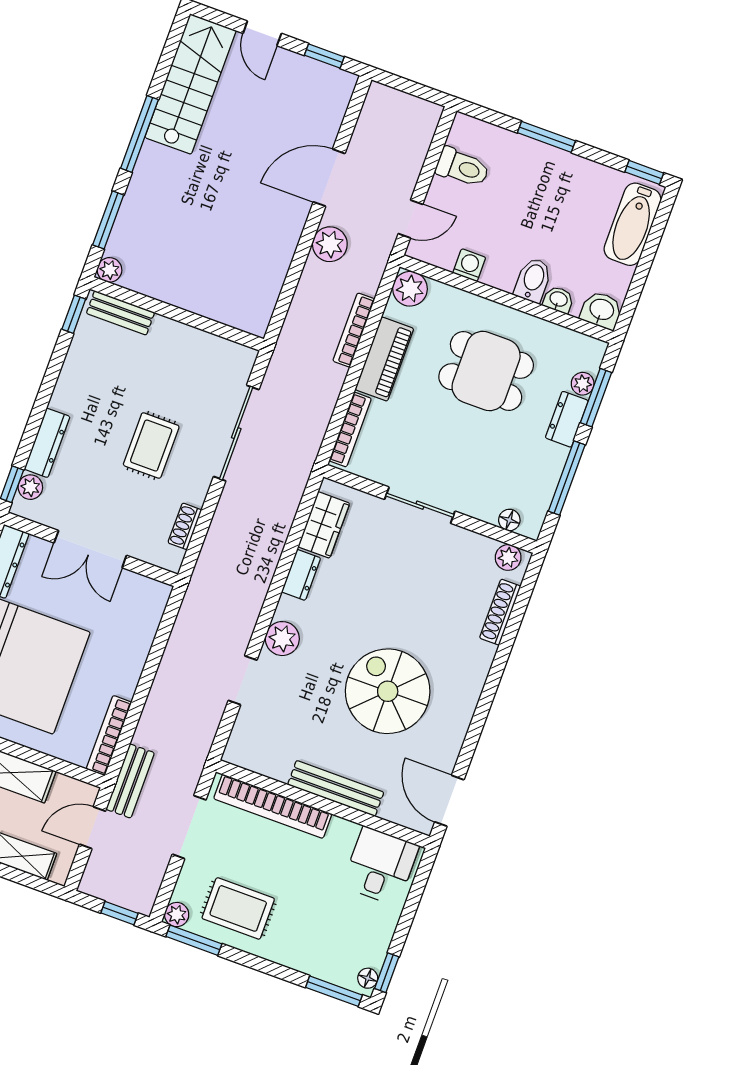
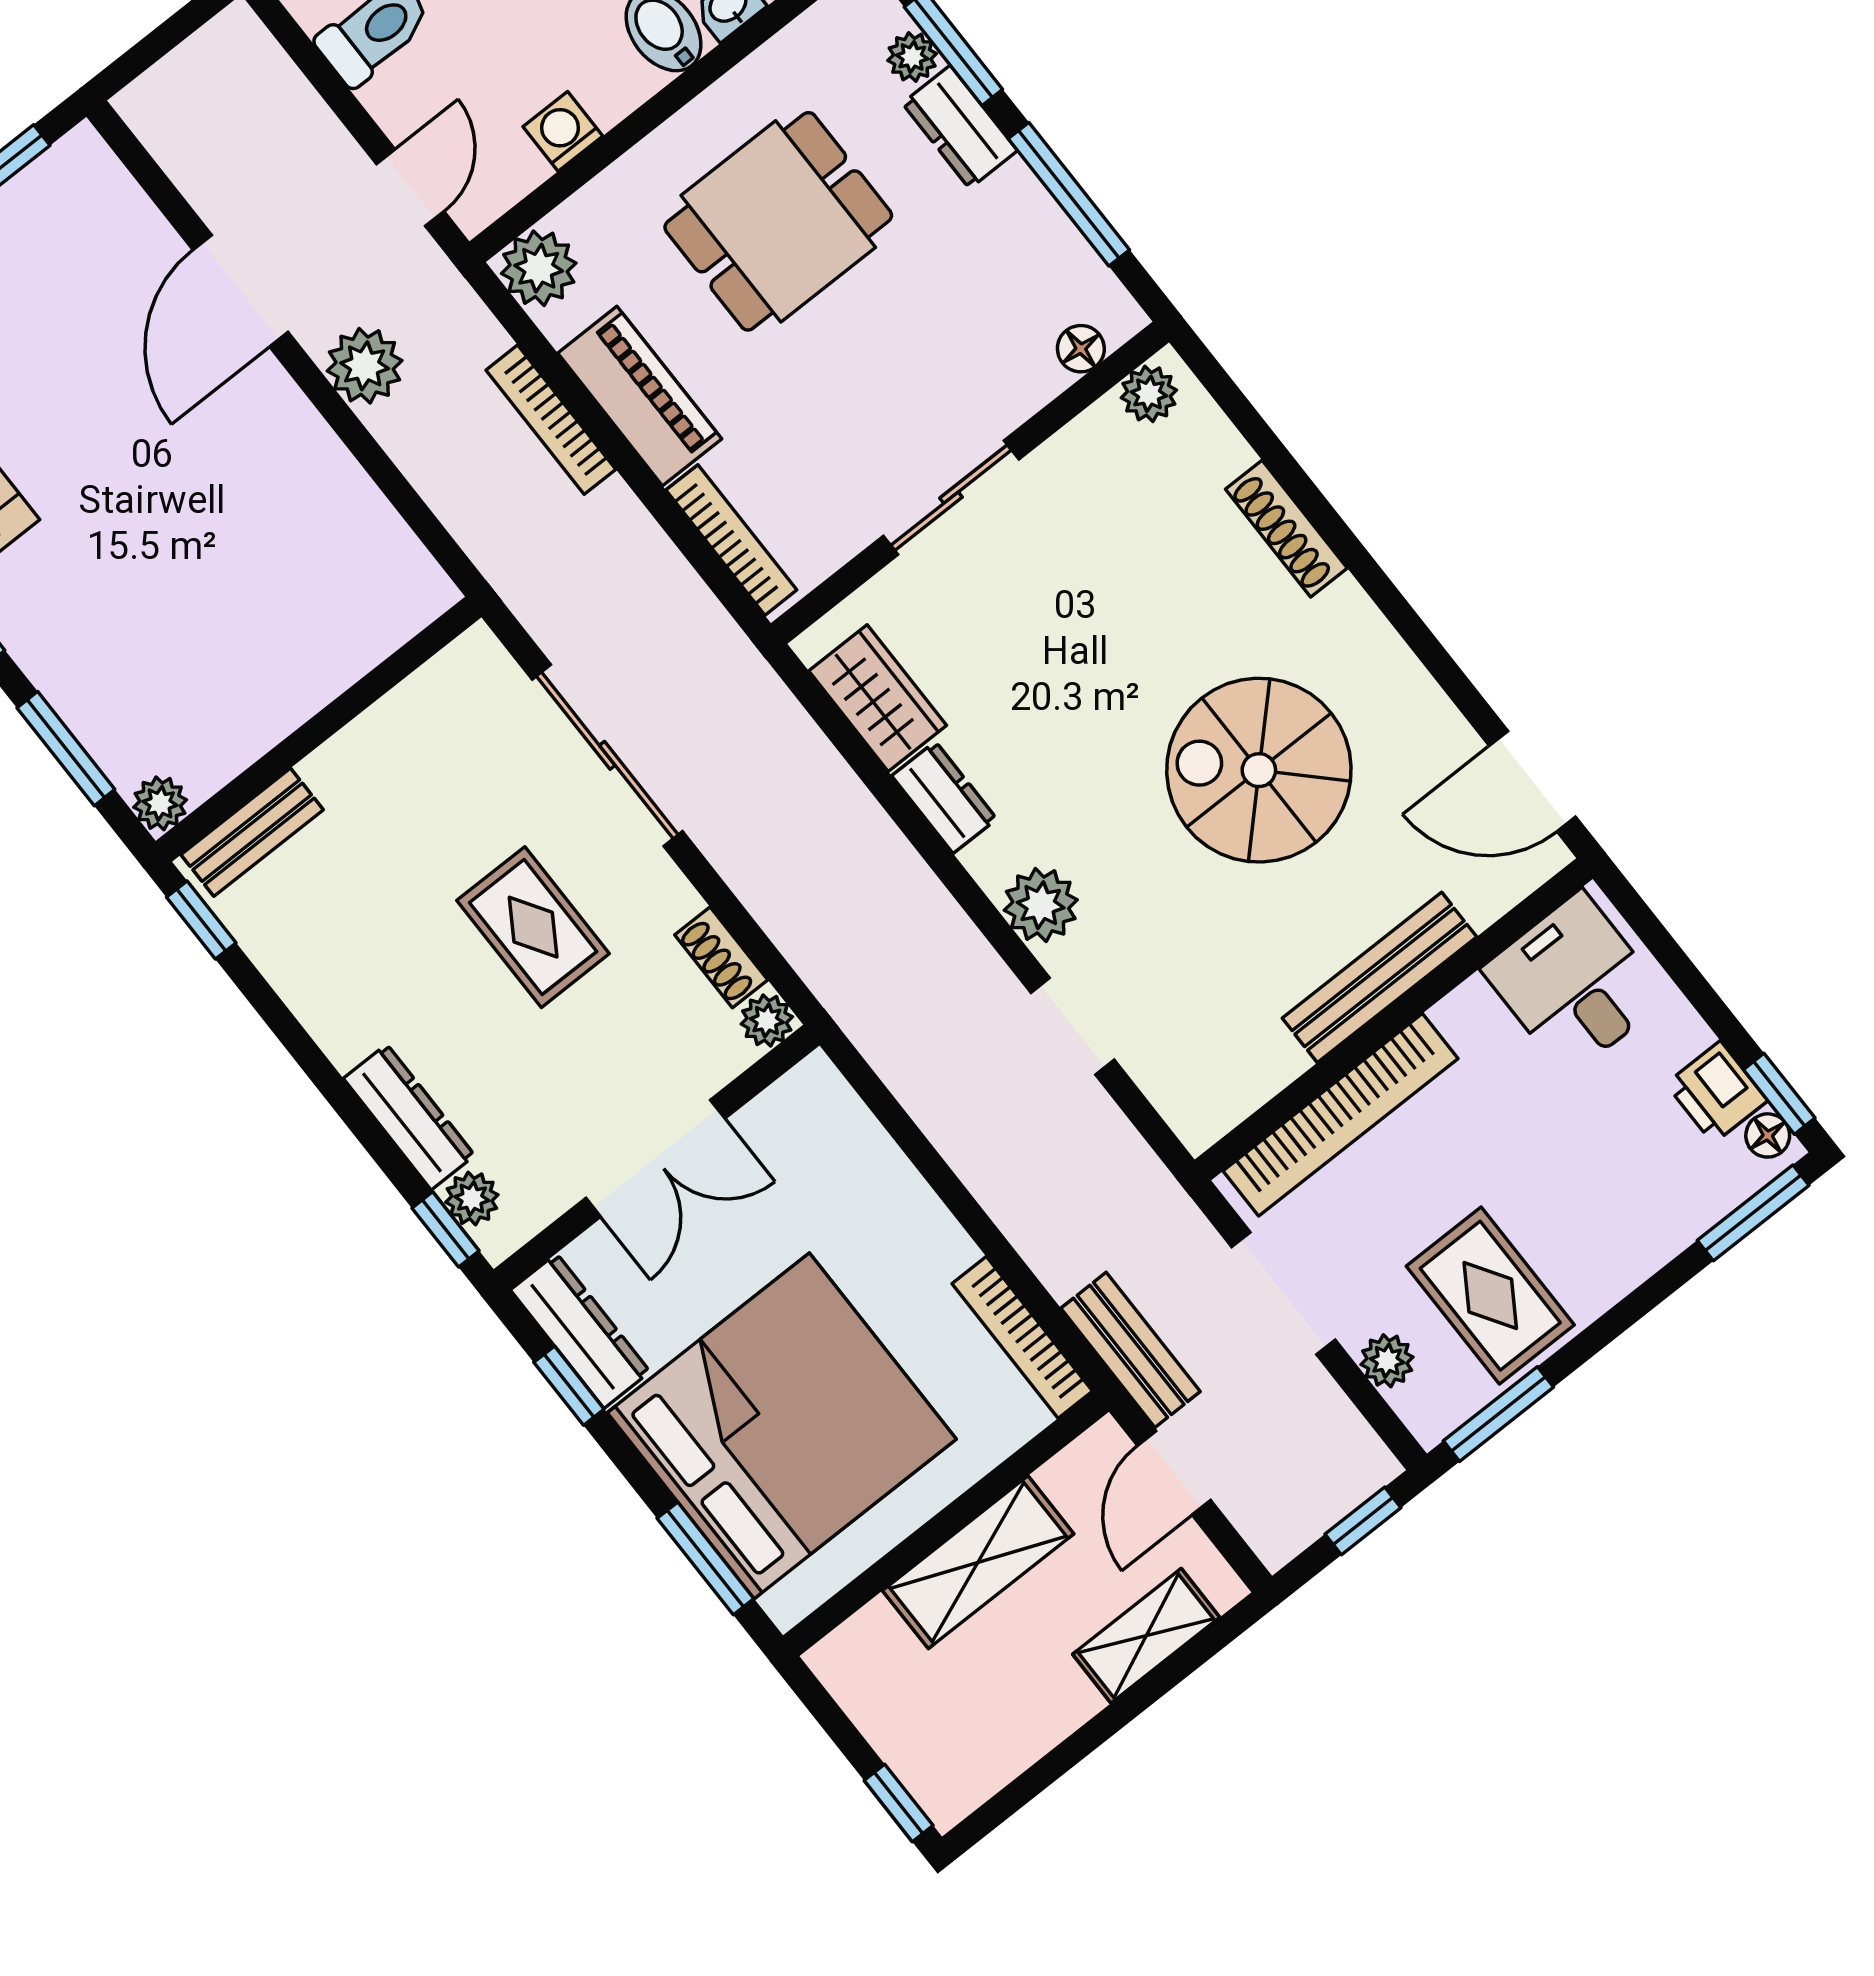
plant: (171, 559) -> (767, 1020), added
shoe rack: (500, 612) -> (1286, 529), moved
rug: (238, 908) -> (1490, 1296), turned 90
plant: (177, 915) -> (1387, 1361), moved
printer: (372, 948) -> (1717, 1092), added

